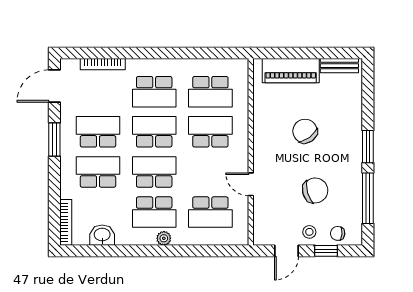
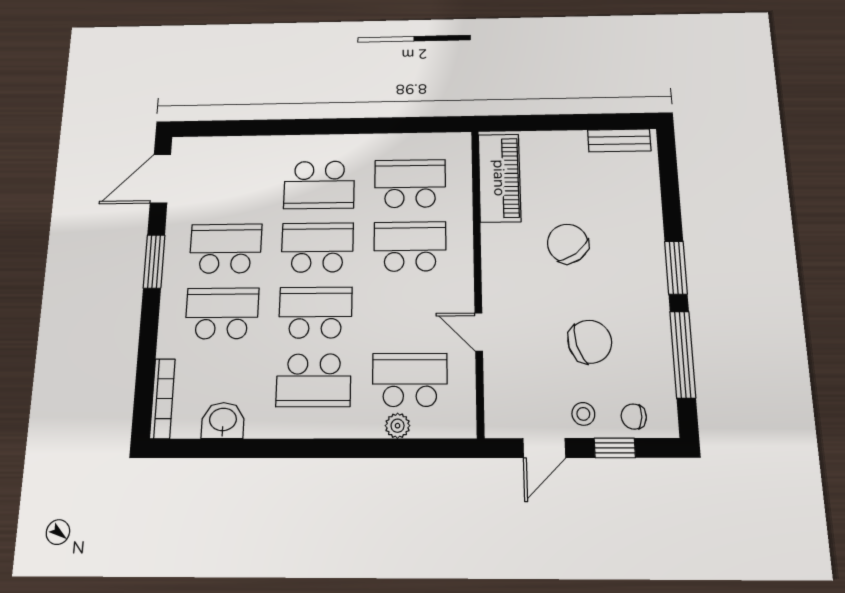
bookcase: (103, 64) -> (239, 144), removed
piano: (291, 71) -> (499, 178), moved, turned -90
school desk: (210, 92) -> (410, 184), turned 180
school desk: (210, 212) -> (410, 380), turned 180
plant: (164, 238) -> (398, 426), moved

